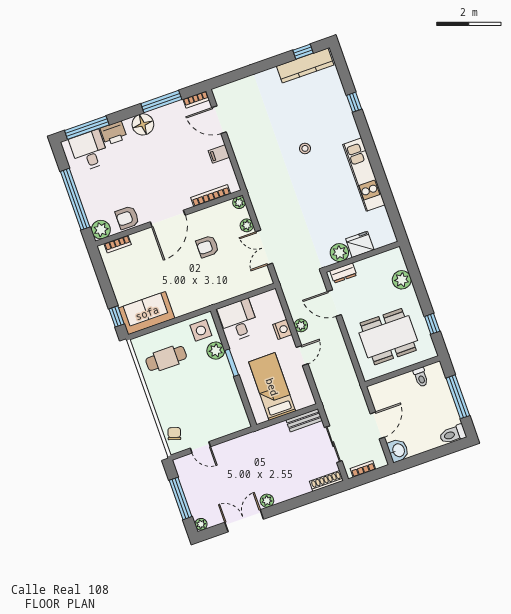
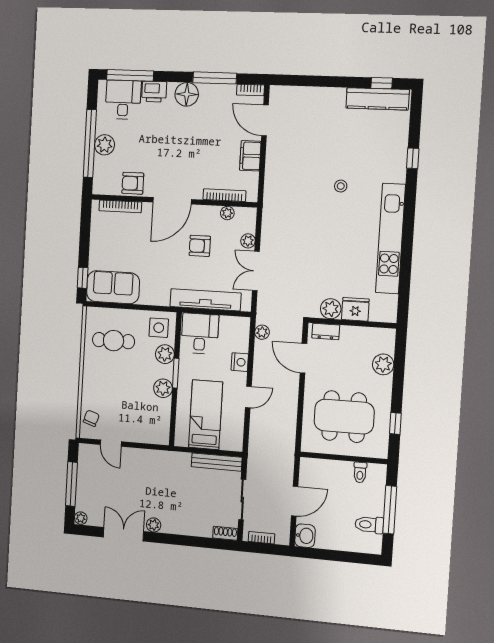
filing cabinet: (219, 154) -> (250, 156), width x2.00
kitchen unit: (364, 175) -> (391, 239), width x1.36
plant: (239, 202) -> (227, 213), moved
plant: (101, 230) -> (105, 145), moved
bookcase: (118, 244) -> (120, 206), width x1.56
tv unit: (231, 290) -> (205, 300), added
plant: (301, 325) -> (262, 332), moved
plant: (226, 380) -> (163, 388), added
bench: (304, 420) -> (217, 462), width x1.36
toilet: (453, 434) -> (369, 525), moved
shoe rack: (326, 481) -> (225, 533), width x0.70

